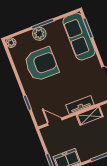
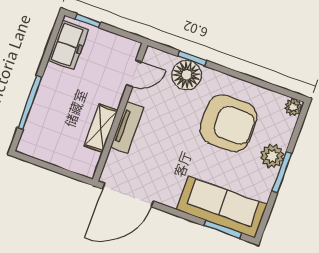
armchair: (41, 64) -> (228, 123), turned -90
floor lamp: (36, 99) -> (187, 75), added

